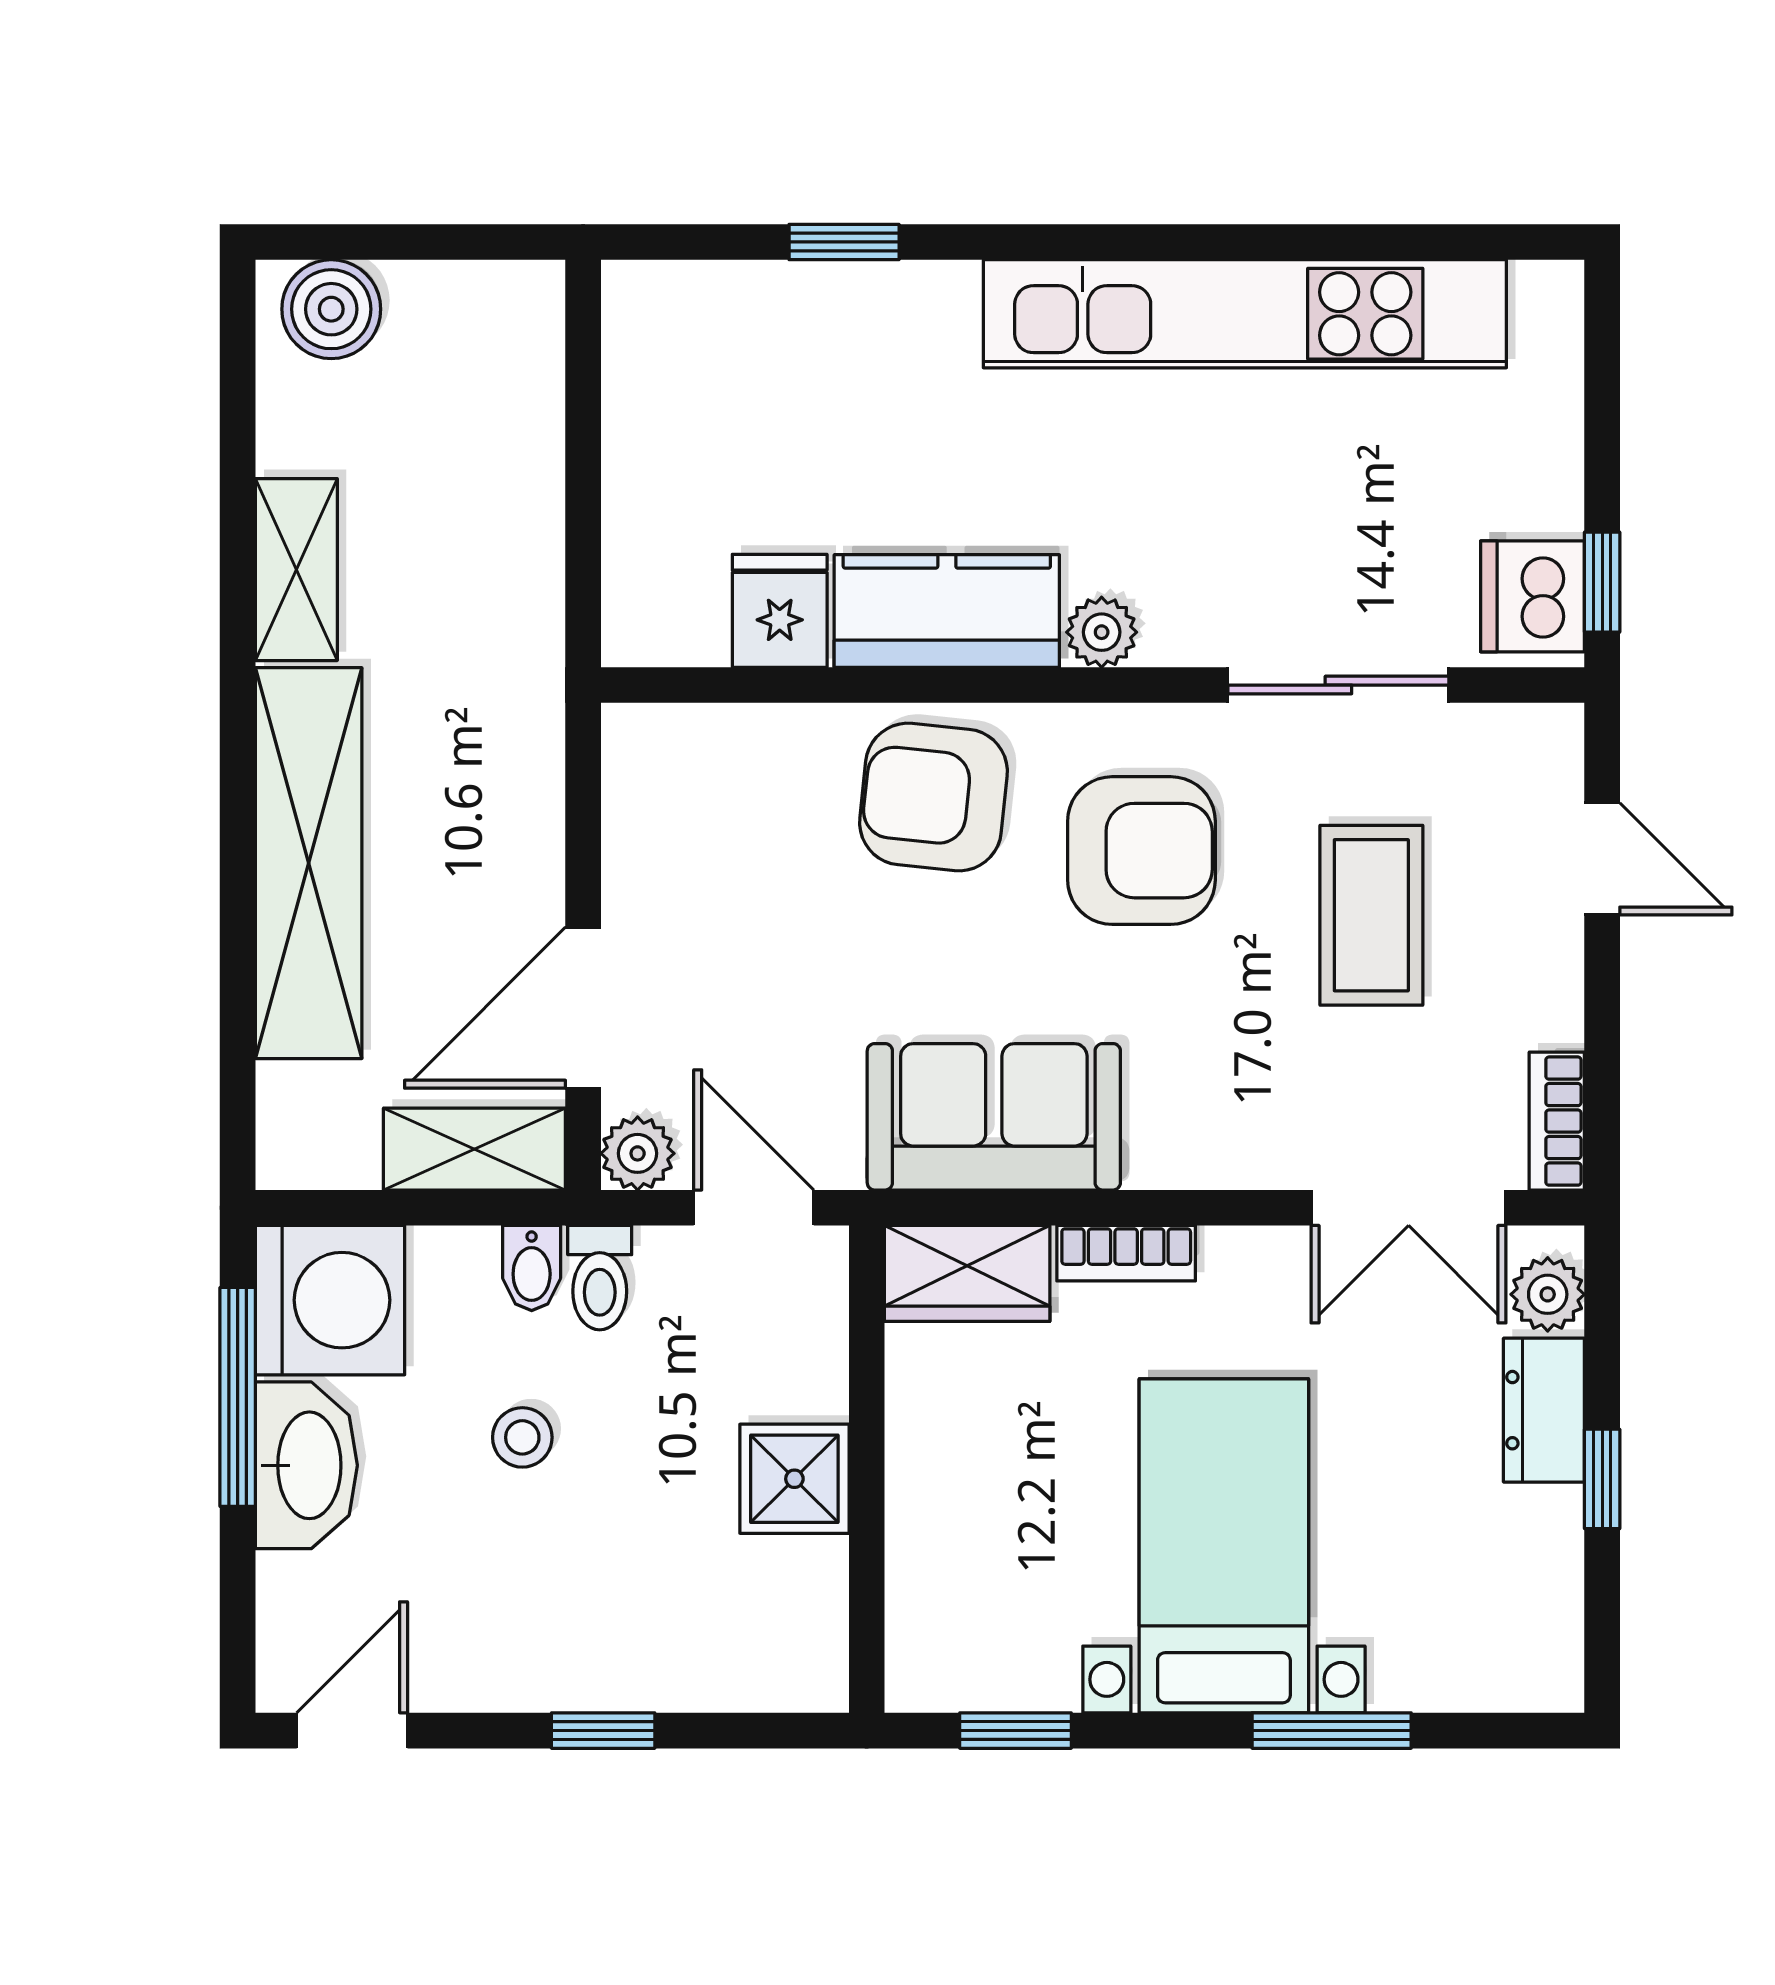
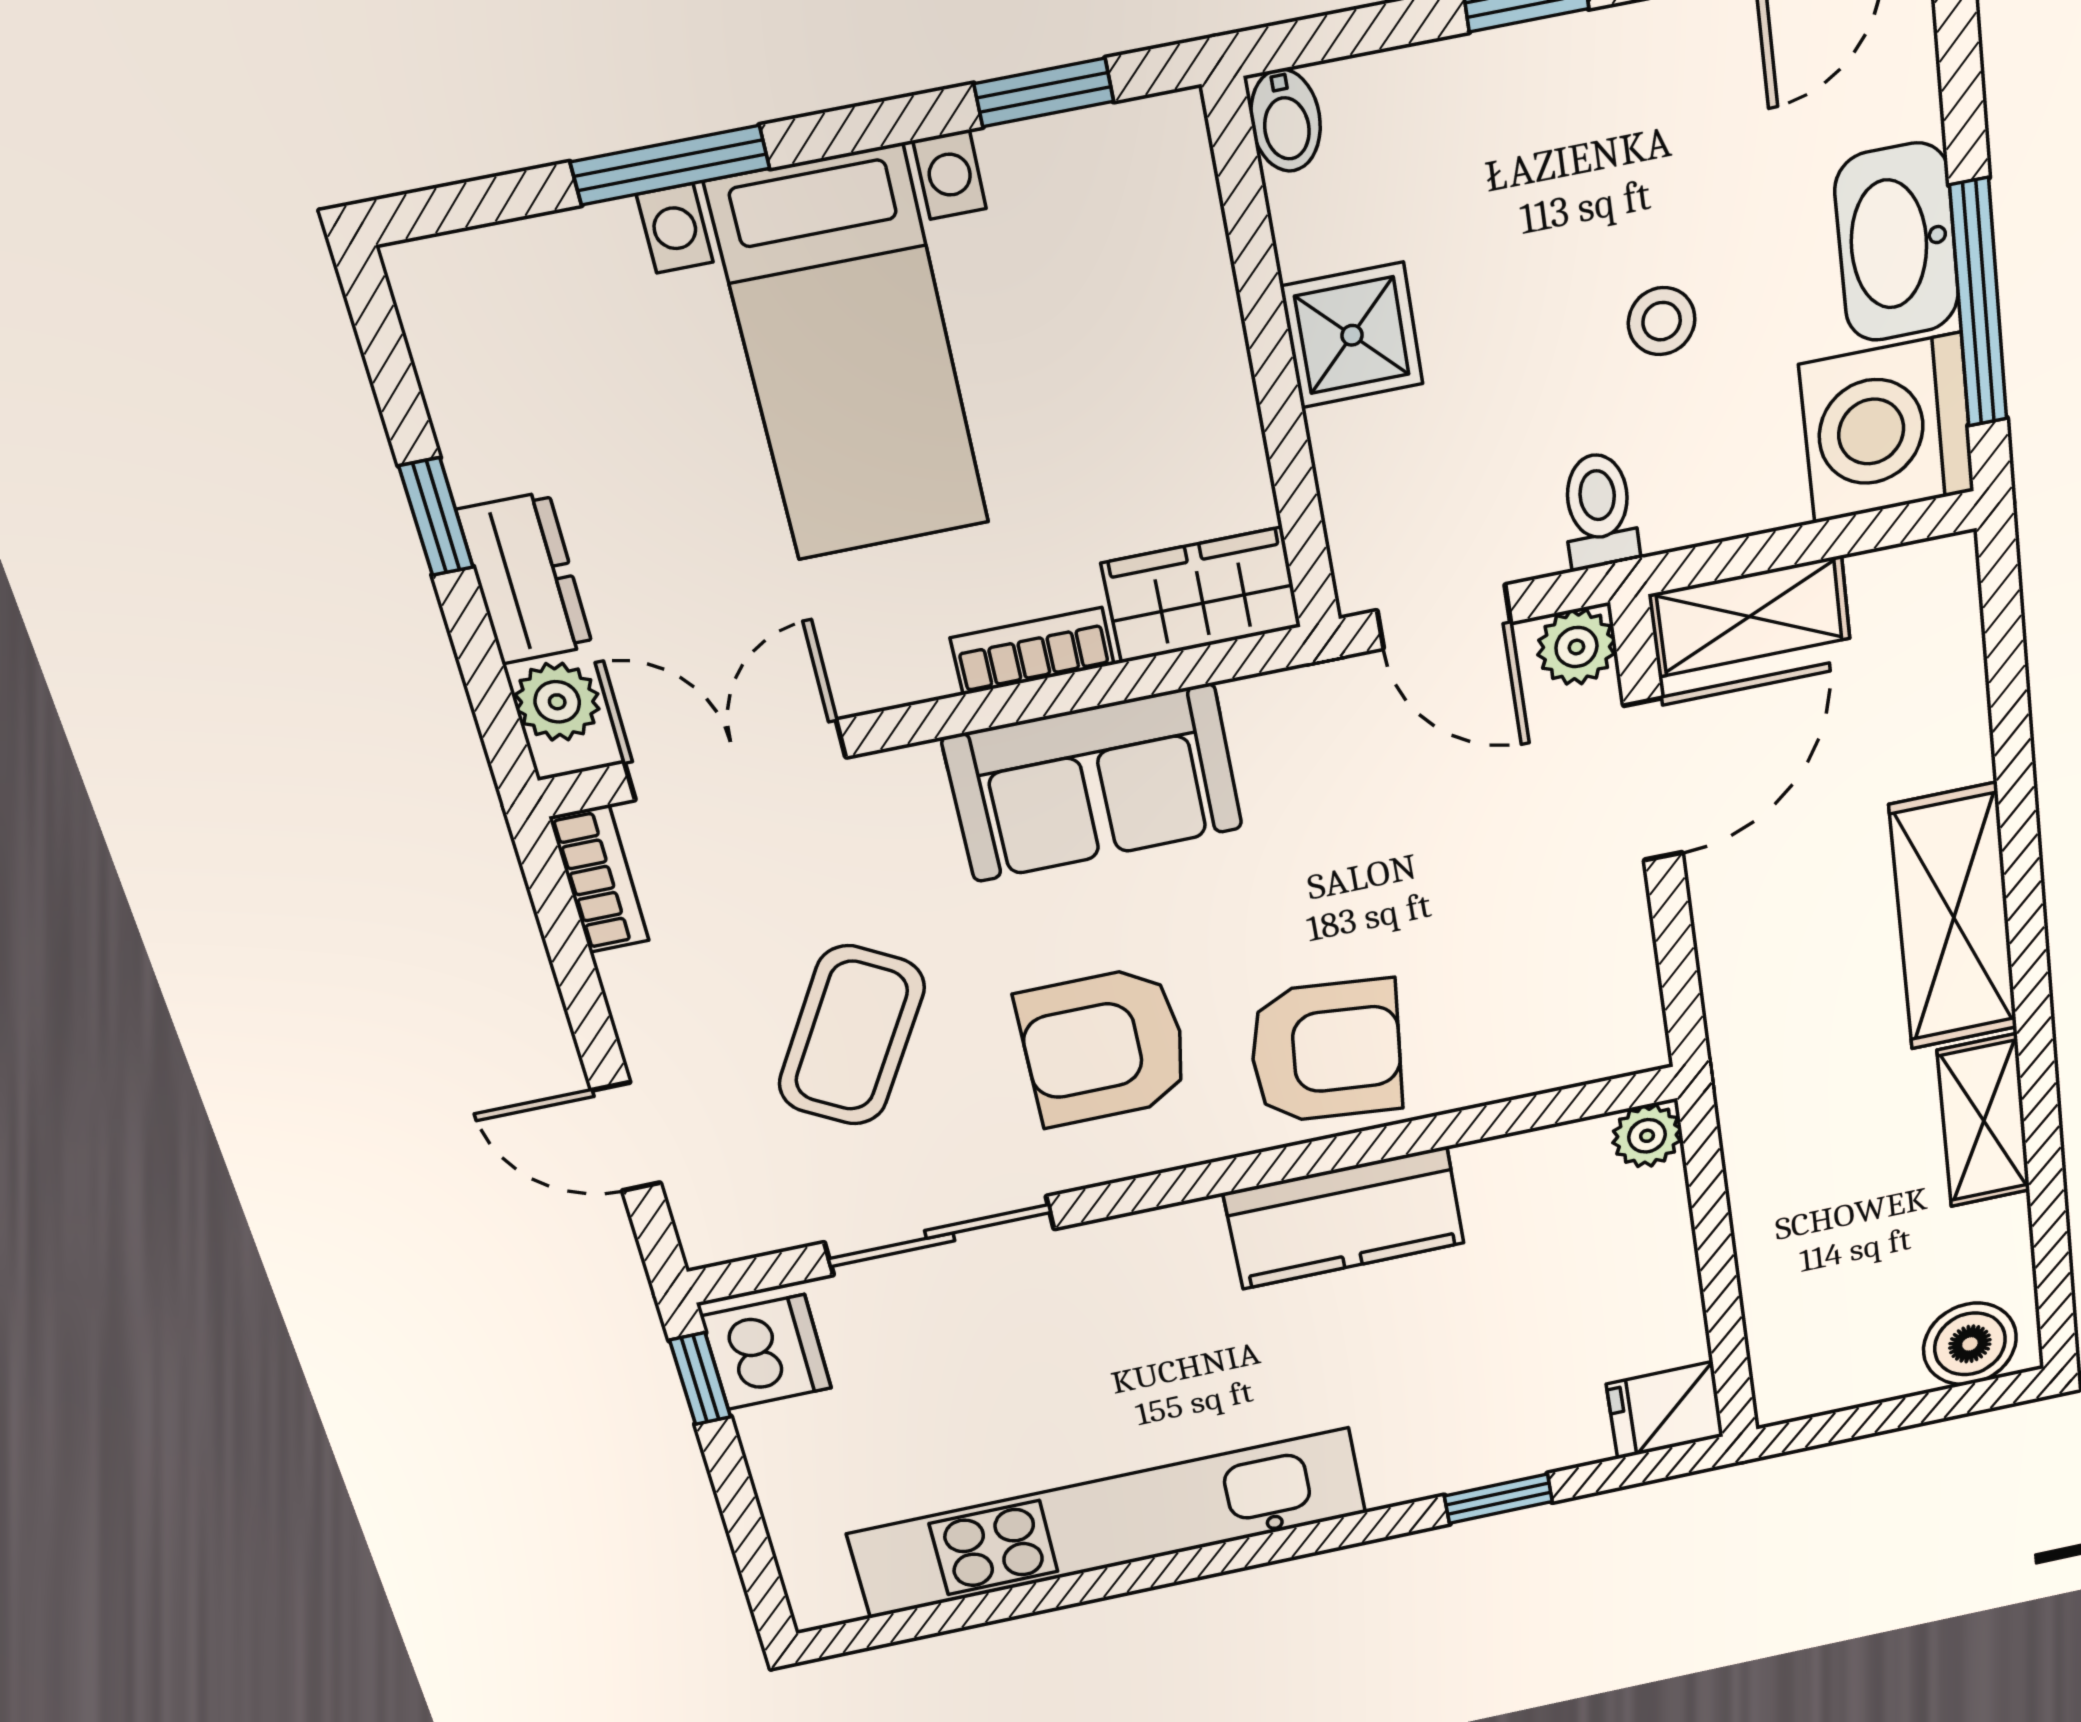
fridge: (780, 611) -> (1665, 1410), moved, turned 90
plant: (1102, 632) -> (1647, 1136), moved
shelving: (309, 863) -> (1954, 918), width x0.68
coffee table: (1371, 915) -> (852, 1036), turned 30
sofa: (994, 1117) -> (1093, 783), moved
bidet: (532, 1268) -> (1286, 120), moved, turned 180

